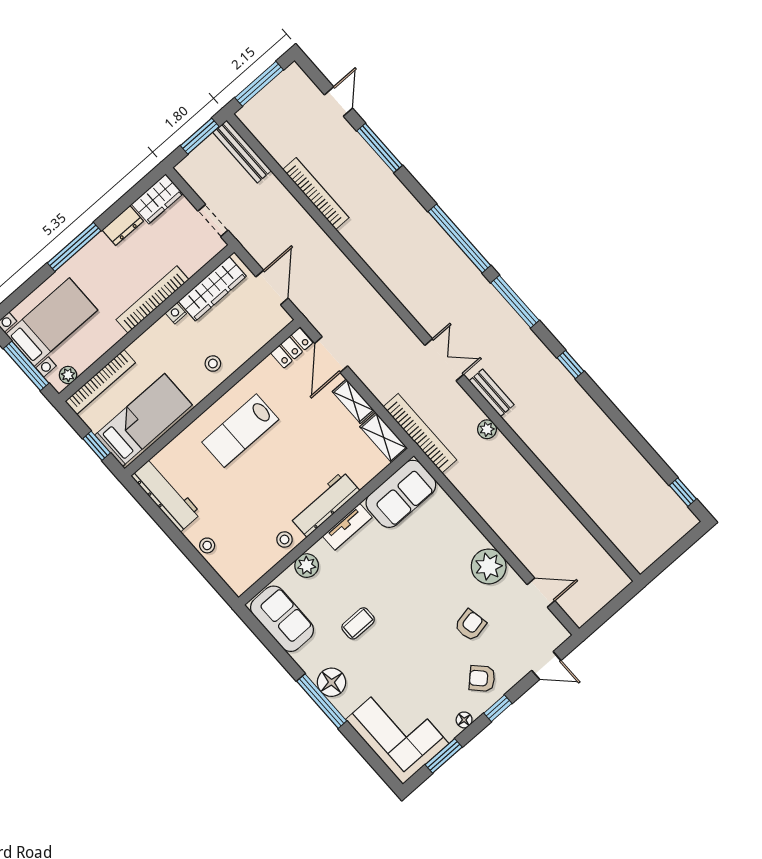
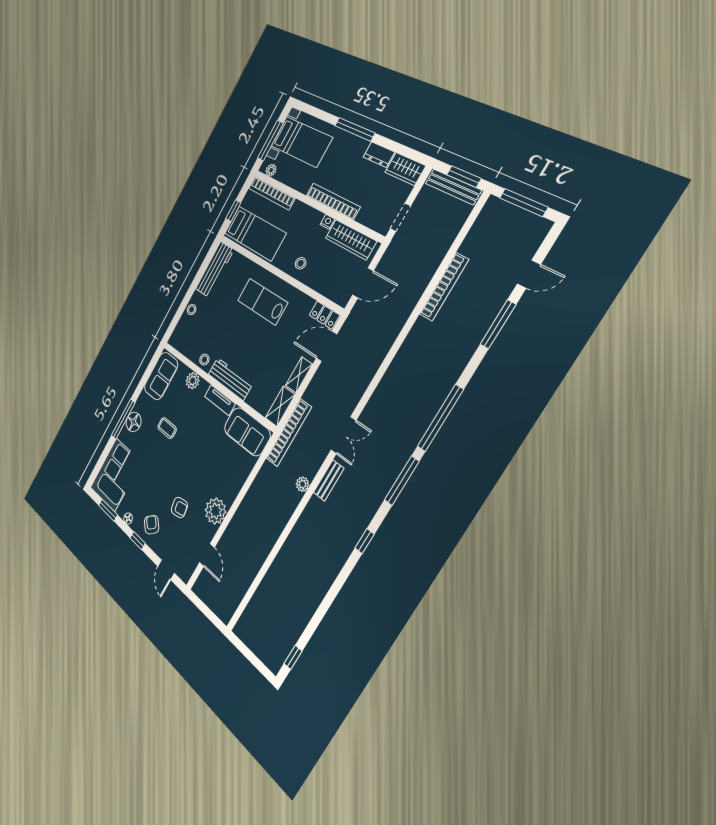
bench: (242, 152) -> (453, 187), moved, turned 90

